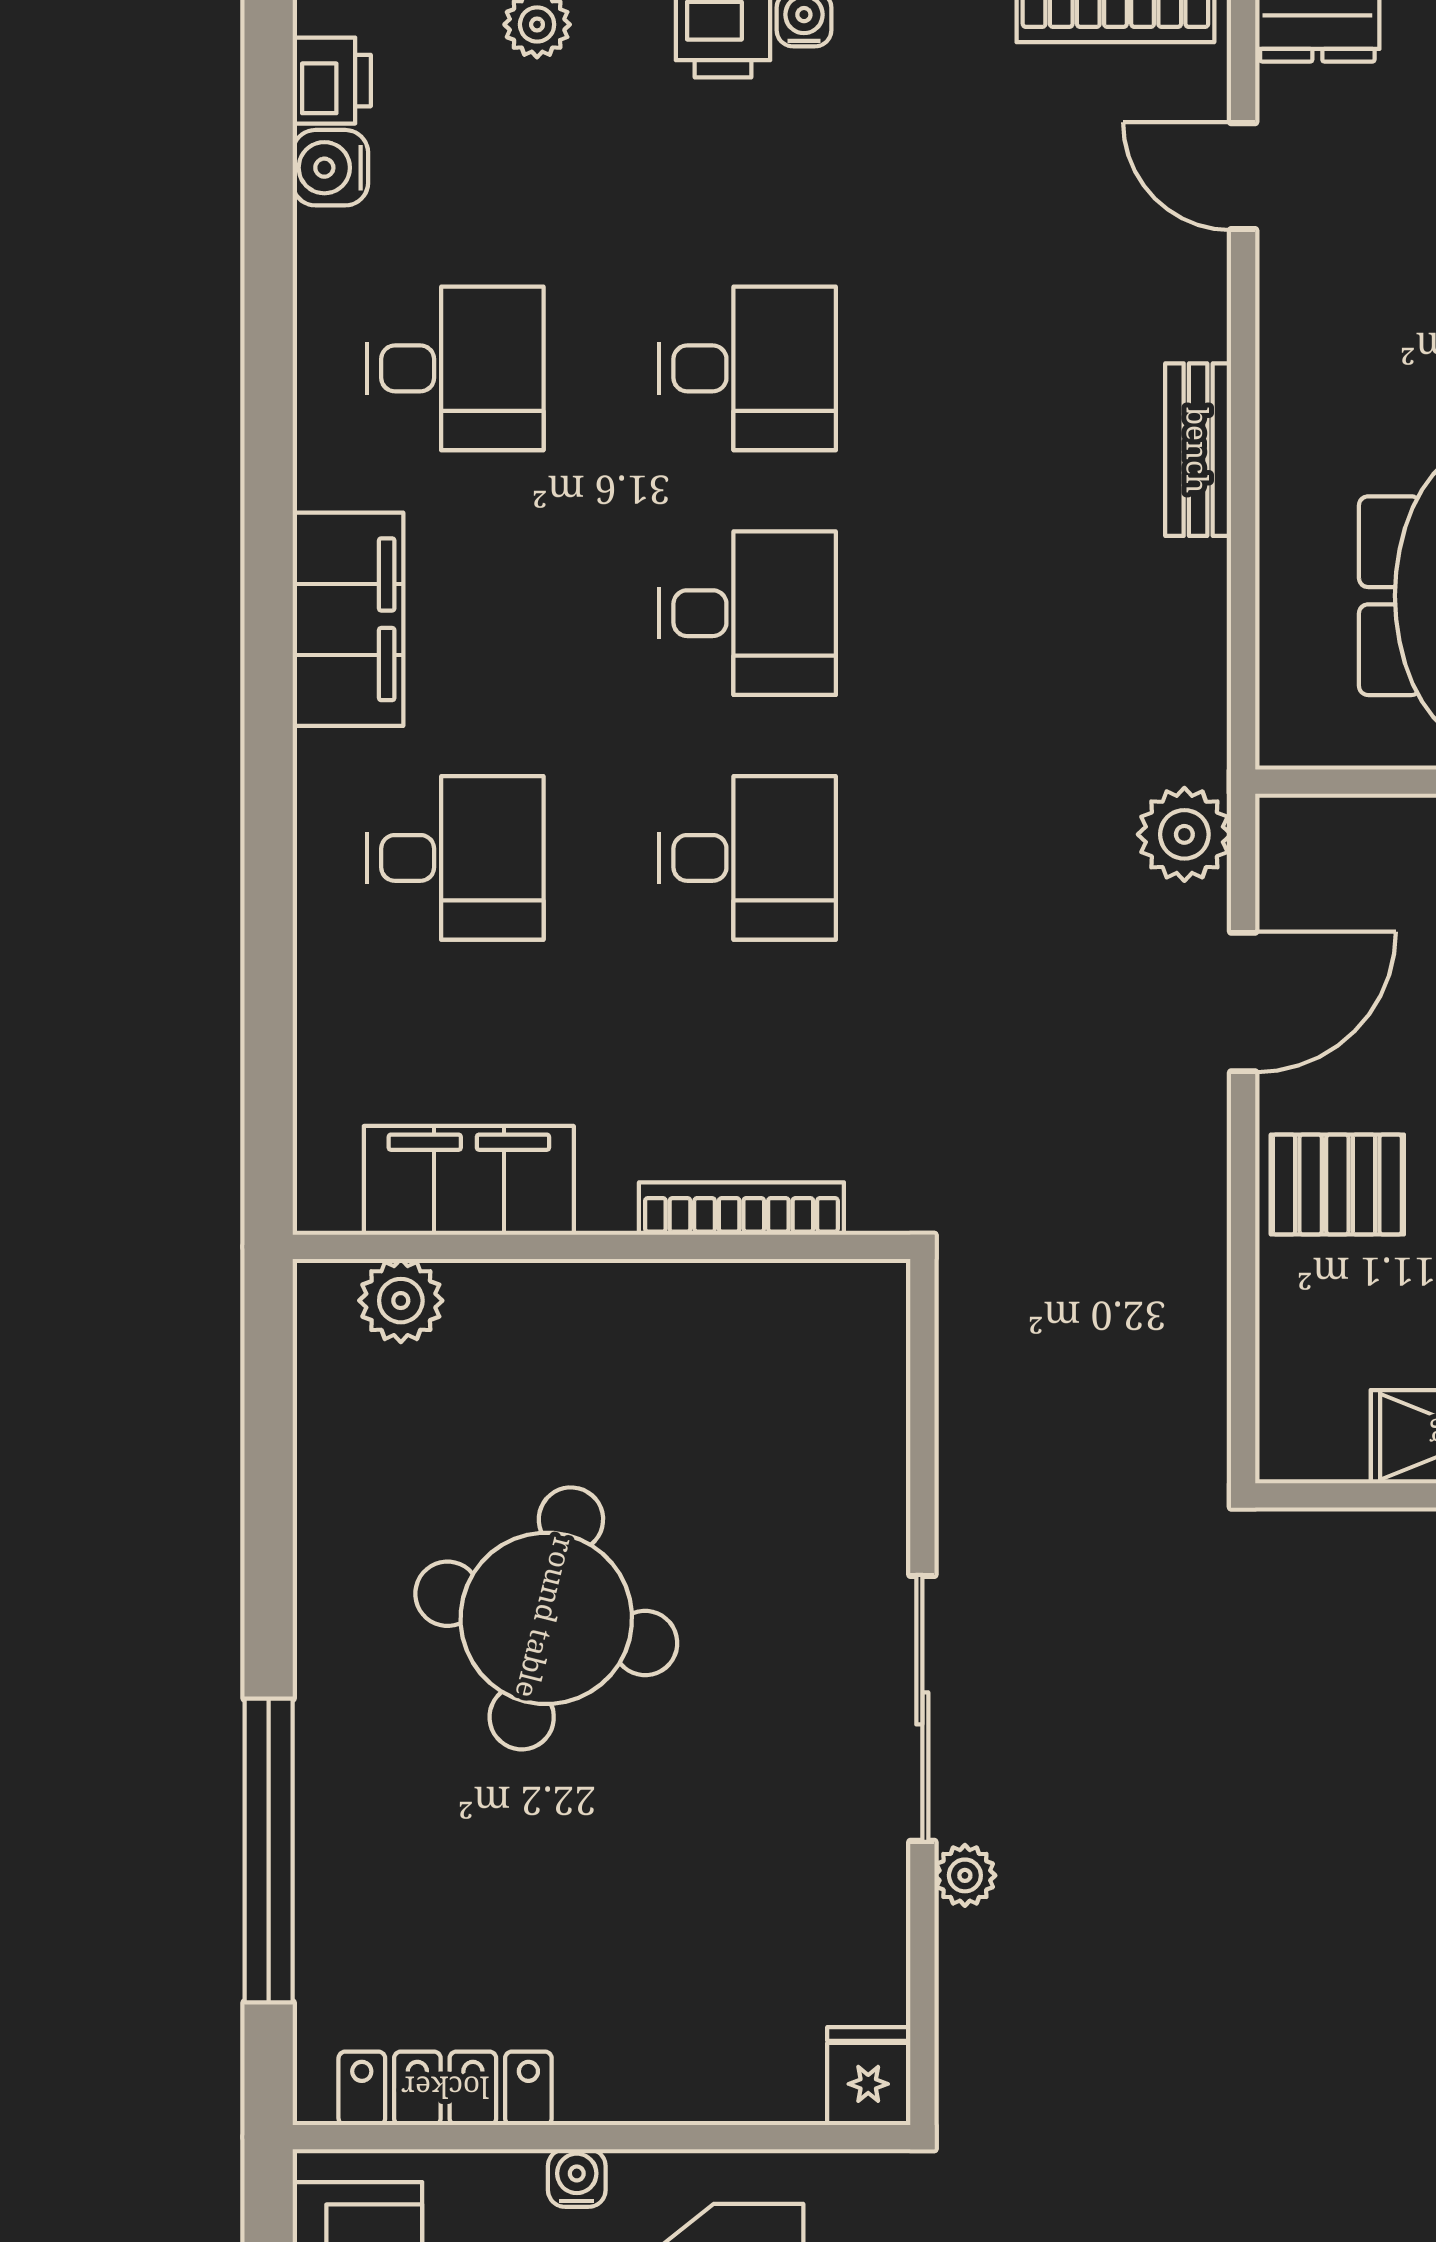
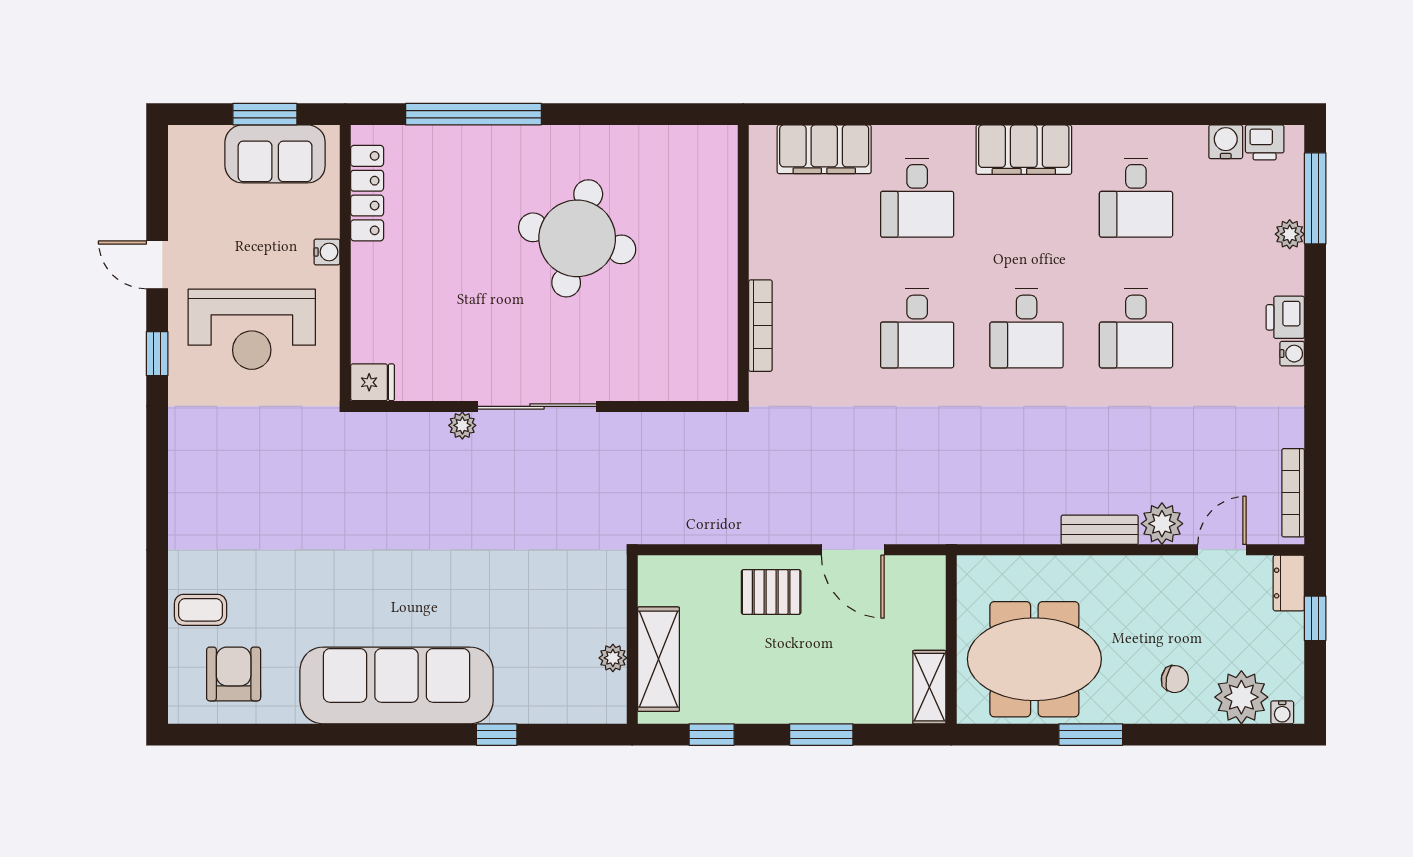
plant: (1184, 834) -> (1162, 524), moved
filing cabinet: (469, 1180) -> (824, 149), moved, turned 90
pallet: (1337, 1184) -> (771, 592), turned 90
plant: (401, 1301) -> (719, 173), removed

